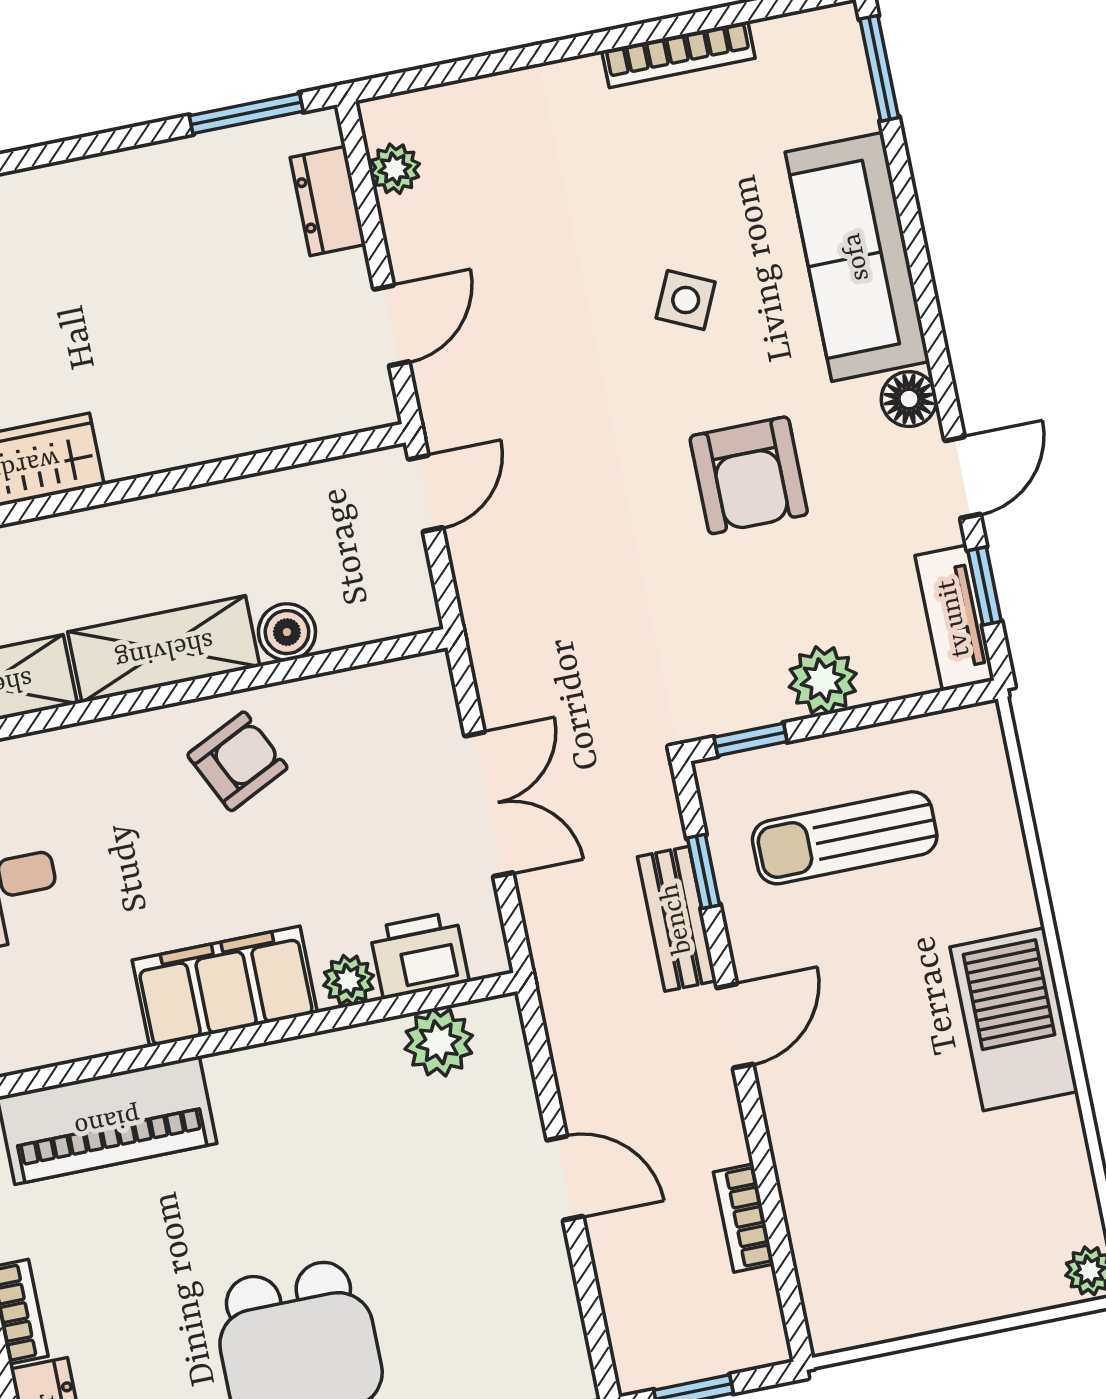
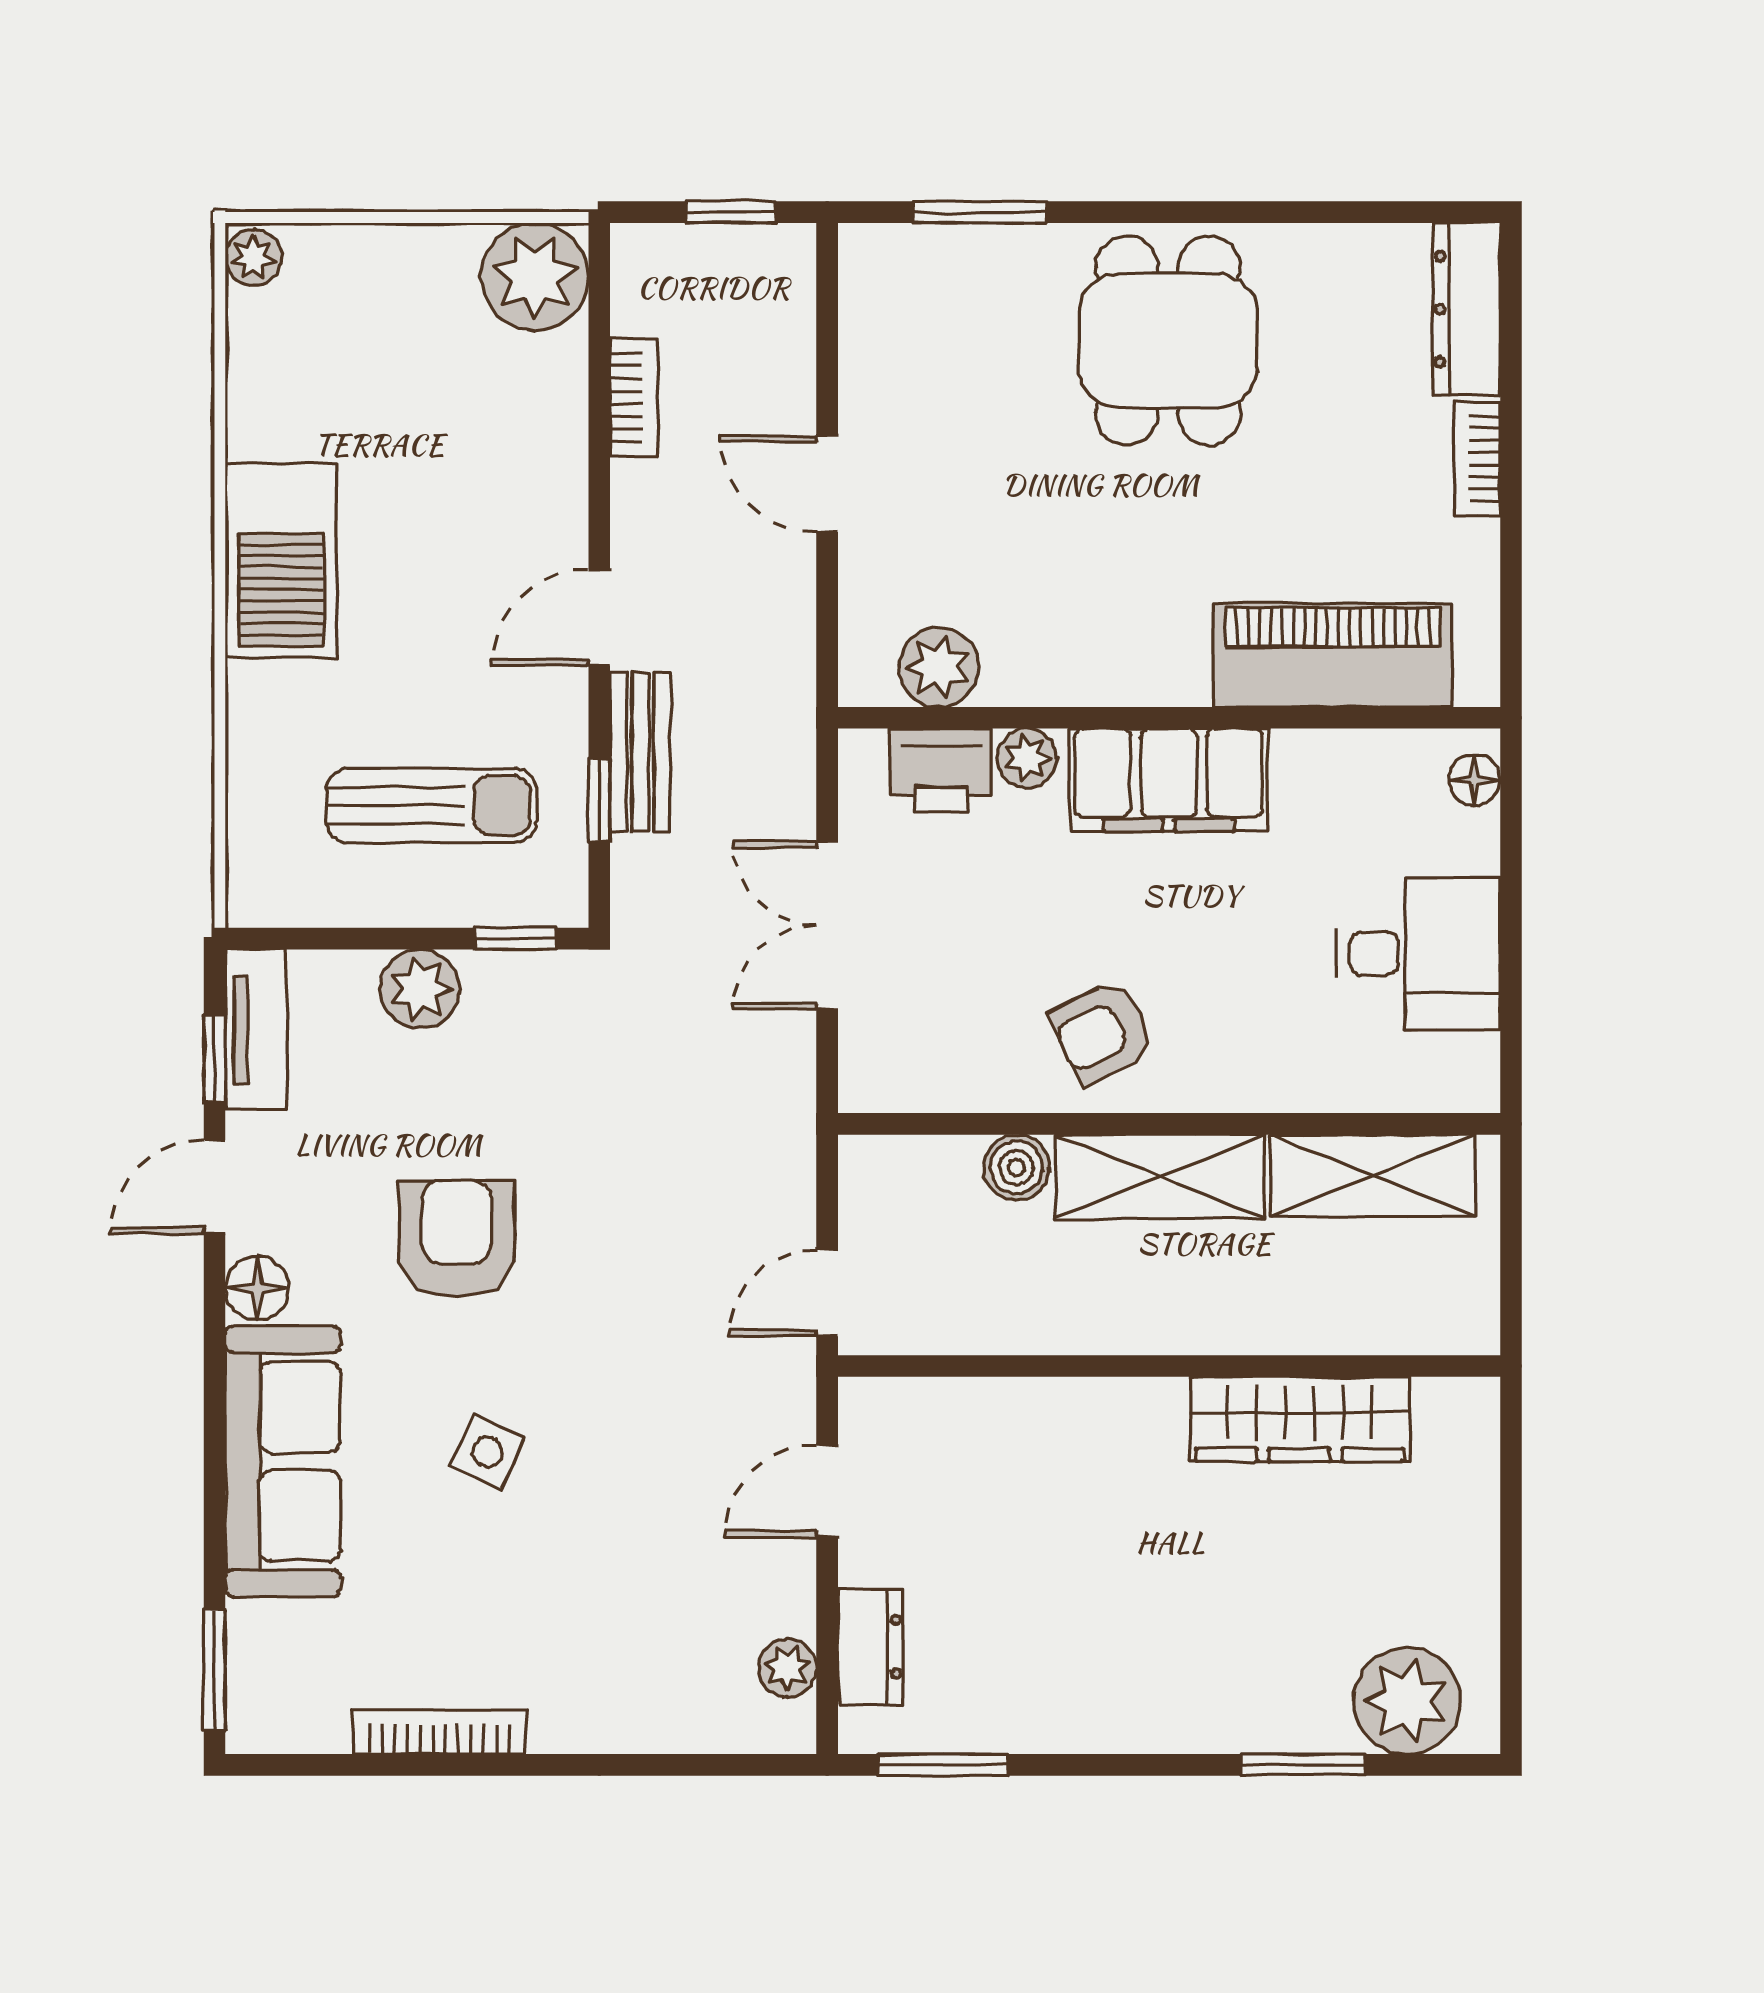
plant: (848, 1303) -> (535, 276), added

